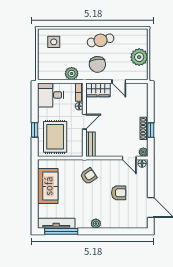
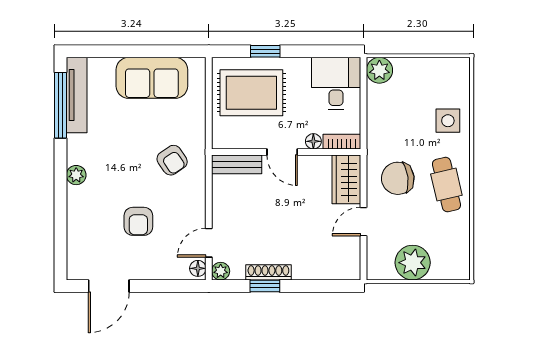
side table: (54, 42) -> (448, 121), moved
plant: (72, 73) -> (379, 70), moved

